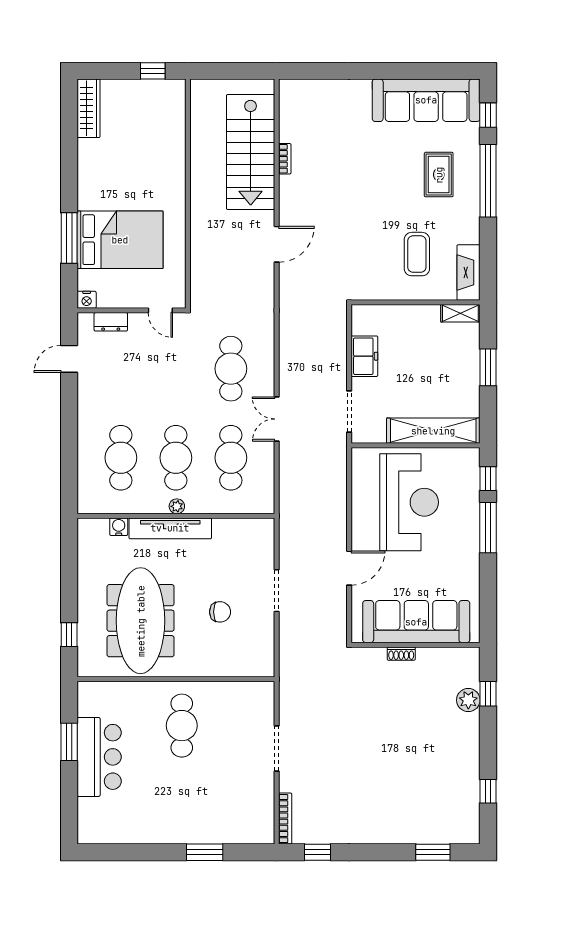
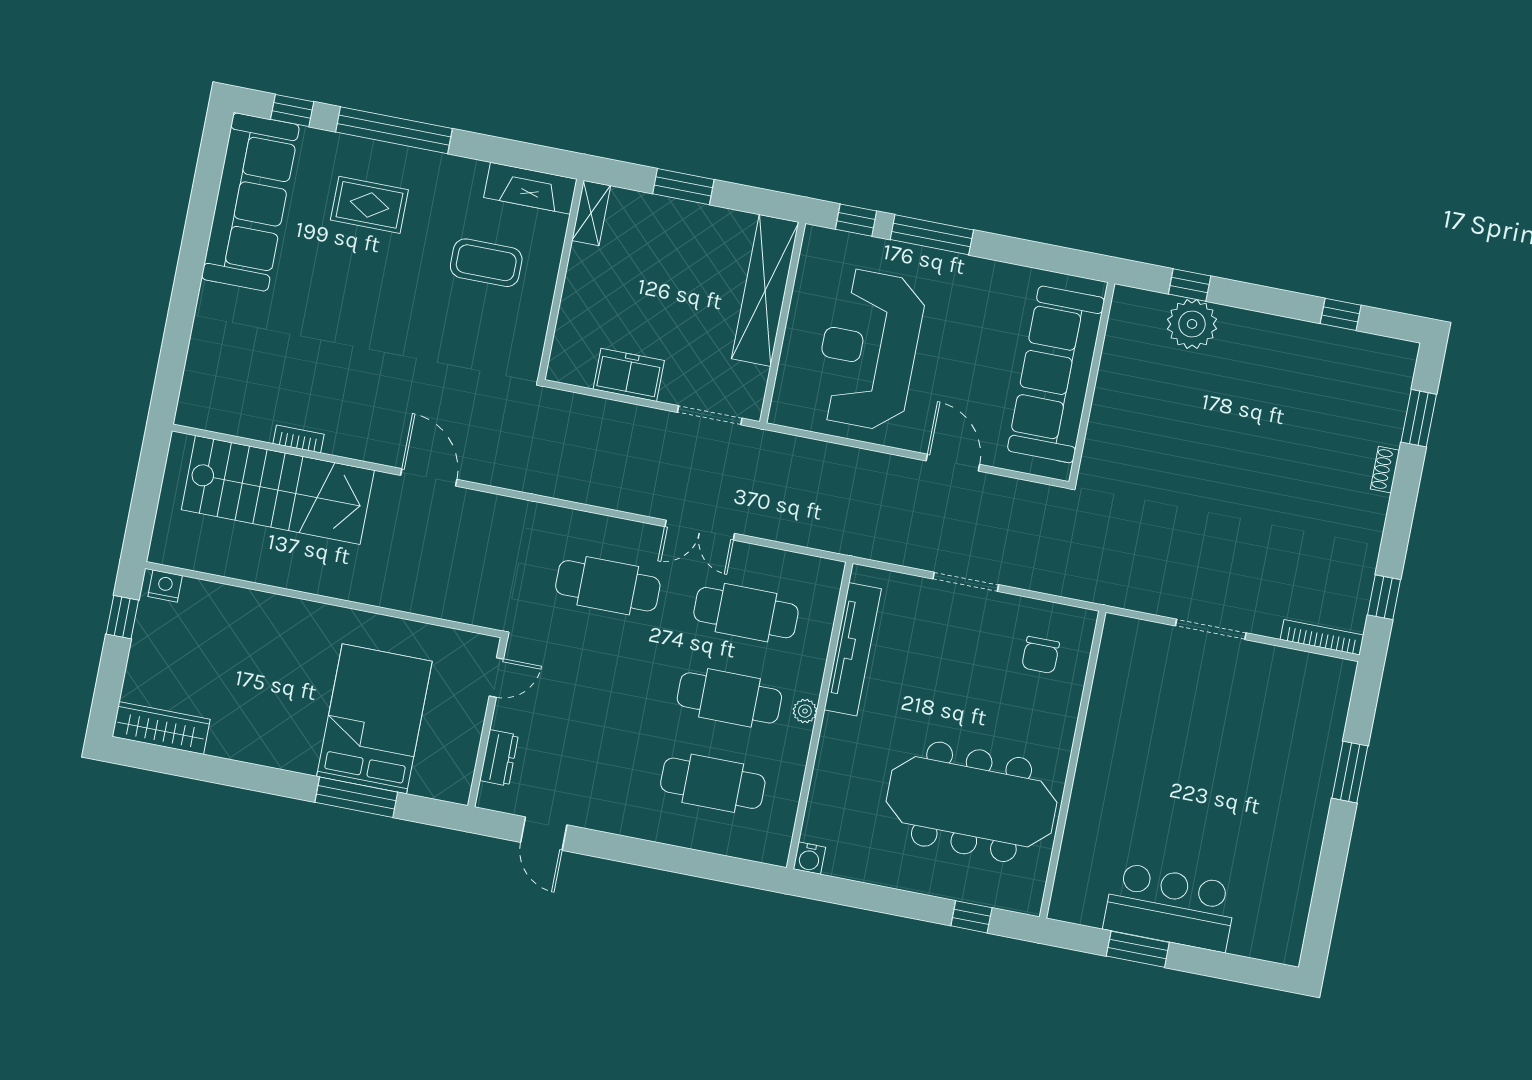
nightstand: (87, 300) -> (165, 586), moved, turned -90
reception desk: (409, 502) -> (869, 350), turned -90
water cooler: (119, 527) -> (809, 858), moved, turned -90
tv unit: (170, 528) -> (853, 649), moved
chair: (220, 612) -> (1041, 655), moved, turned 180
shoe rack: (401, 654) -> (1385, 470), moved, turned 180
plant: (468, 700) -> (1192, 324), width x1.36, depth x1.36
cafe table: (182, 726) -> (1147, 770), removed

